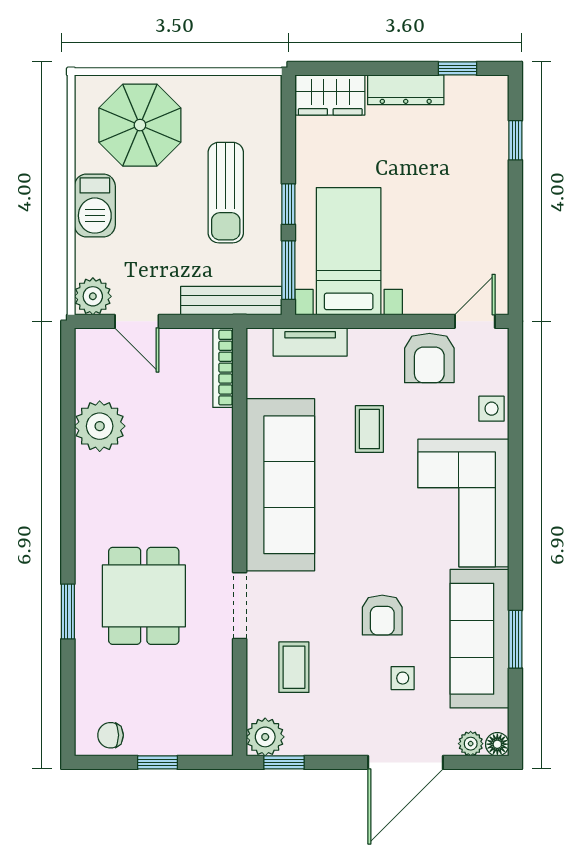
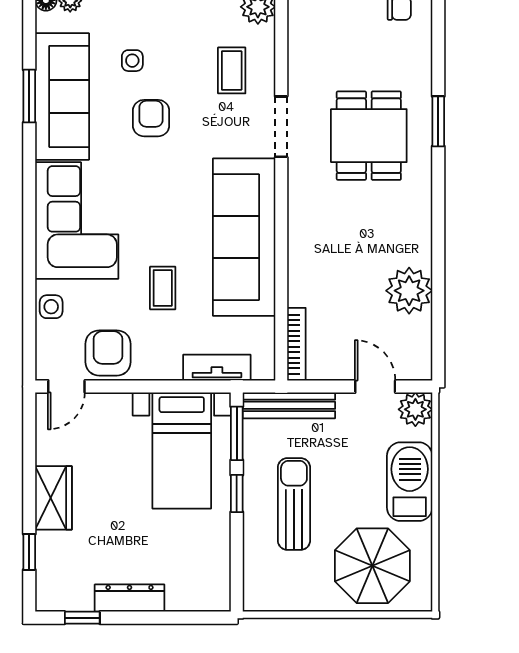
wardrobe: (330, 95) -> (54, 498), moved, turned 90
barbecue: (95, 206) -> (410, 482), width x1.37, depth x1.21

